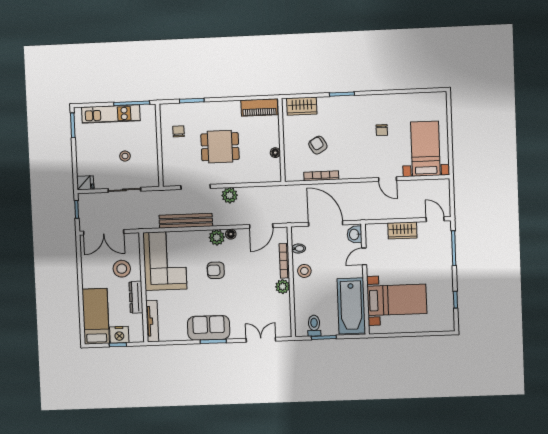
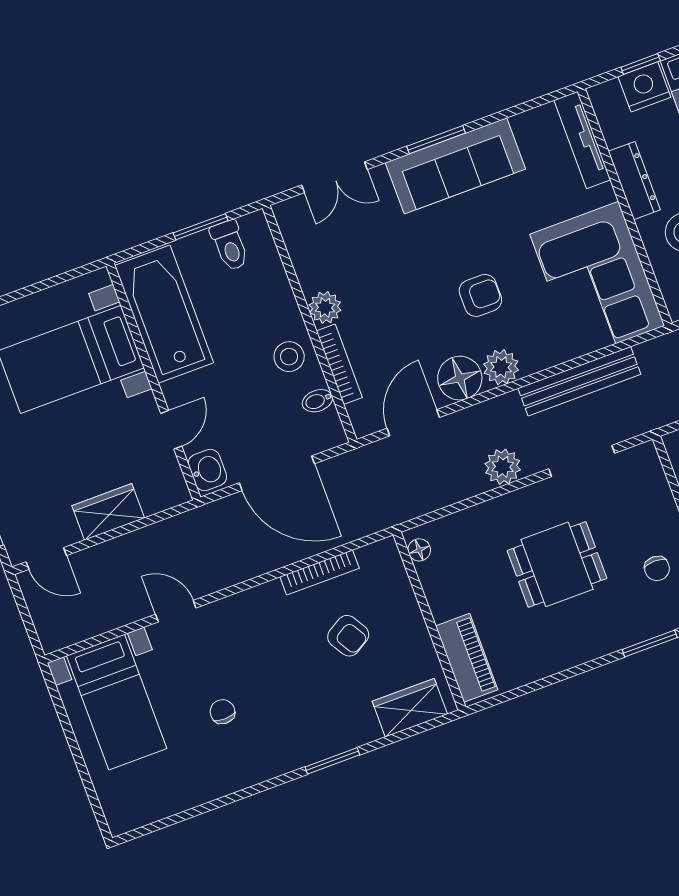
piano: (259, 107) -> (467, 658), moved, turned 90
floor lamp: (275, 153) -> (419, 550), moved
floor lamp: (231, 234) -> (460, 378), width x1.89, depth x1.89
sofa: (209, 328) -> (455, 166), width x1.36

